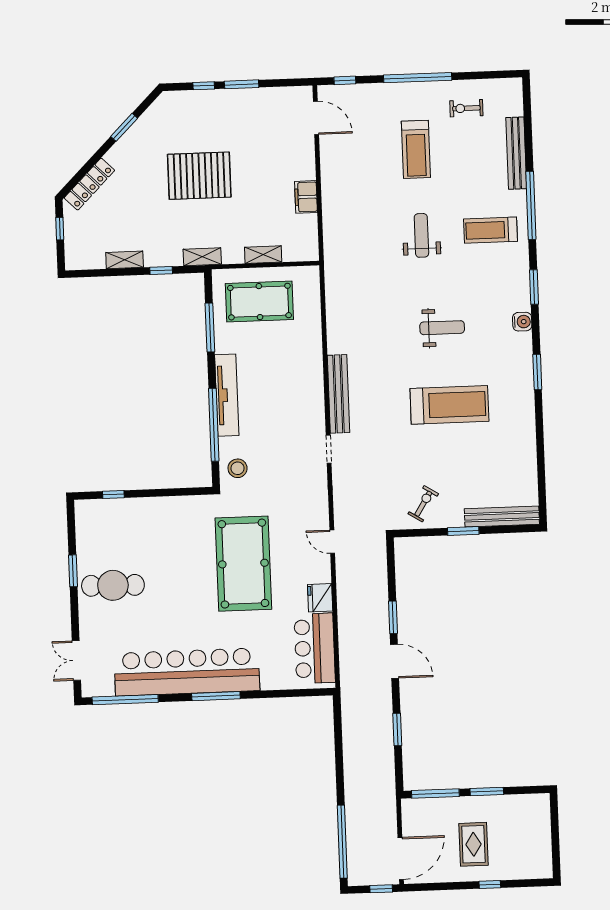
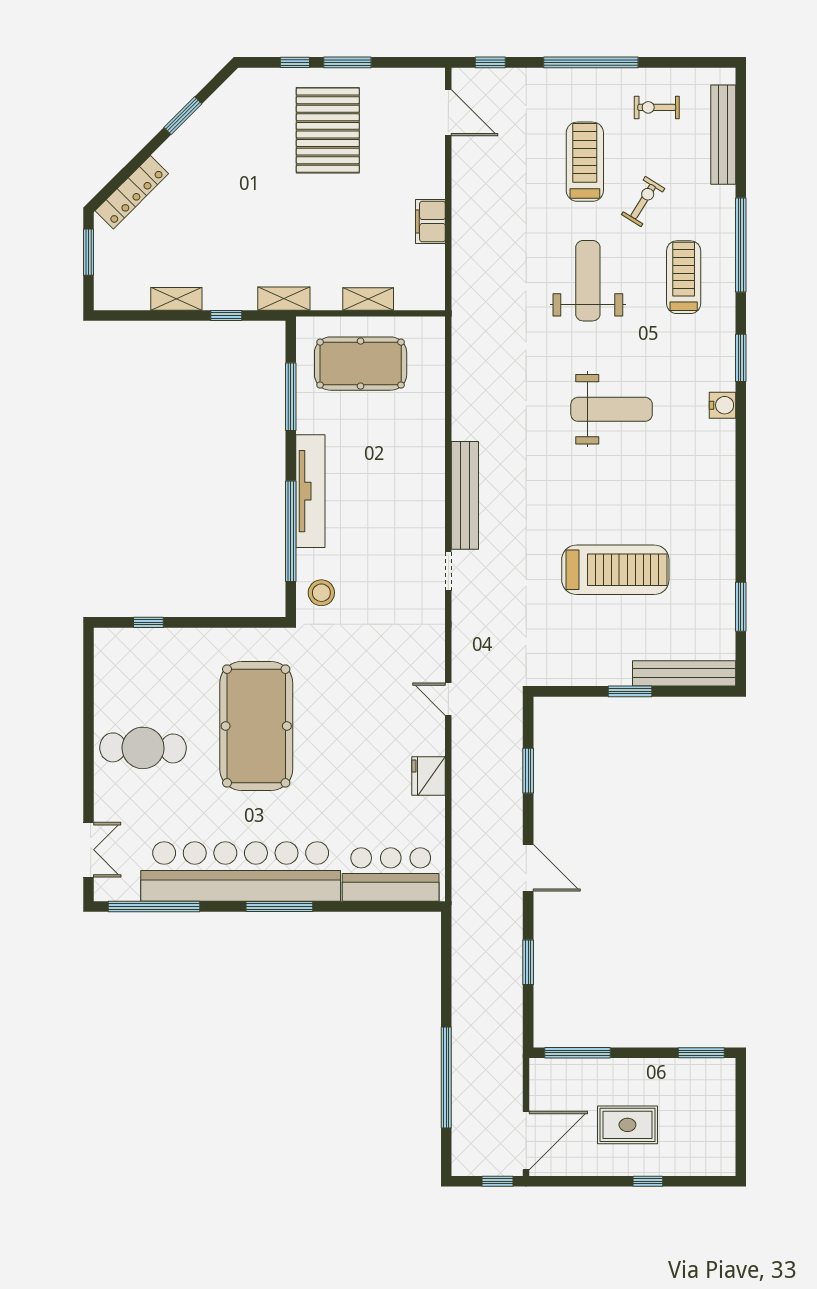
treadmill: (416, 149) -> (585, 162), turned 180
bench: (516, 153) -> (723, 135), moved
pallet: (199, 176) -> (328, 130), moved, turned 90
window: (60, 229) -> (89, 252), width x1.50
treadmill: (491, 230) -> (684, 277), turned 90
weight bench: (421, 235) -> (588, 281), width x1.36, depth x1.33
weight bench: (442, 328) -> (612, 409), width x1.36, depth x1.33
window: (537, 372) -> (741, 607), moved
treadmill: (449, 405) -> (615, 570), moved
exercise bike: (423, 504) -> (643, 201), moved
pool table: (243, 564) -> (256, 726), moved
window: (73, 571) -> (89, 726), removed
window: (393, 617) -> (528, 771), moved
bar counter: (315, 648) -> (391, 875), moved, turned 90
double door: (76, 660) -> (89, 850), swing flipped
window: (487, 792) -> (701, 1053), moved
window: (342, 842) -> (446, 1078), moved
rug: (473, 844) -> (627, 1125), turned 90

